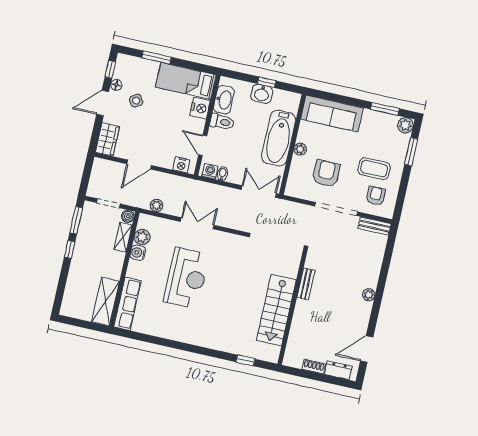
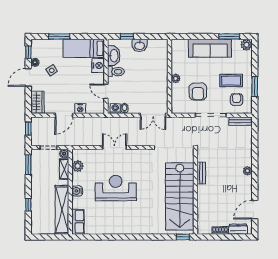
window: (267, 82) -> (127, 36), moved
sofa: (332, 114) -> (210, 48), moved
bathtub: (279, 138) -> (159, 74), removed
window: (411, 152) -> (255, 87), moved
nightstand: (181, 165) -> (80, 109), moved
window: (87, 172) -> (28, 129), added
armchair: (326, 173) -> (198, 92), turned 180
double door: (259, 192) -> (153, 115), swing flipped
plant: (157, 205) -> (83, 141), removed
window: (70, 249) -> (28, 205), moved
water cooler: (138, 253) -> (77, 191), moved
reception desk: (186, 278) -> (116, 188), turned -90
shelving: (106, 301) -> (62, 210), width x1.47
row of seats: (128, 304) -> (78, 222), width x0.68
stairs: (276, 310) -> (180, 196), width x1.36, depth x1.51
window: (245, 360) -> (183, 237), moved

